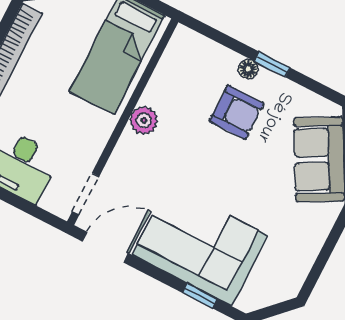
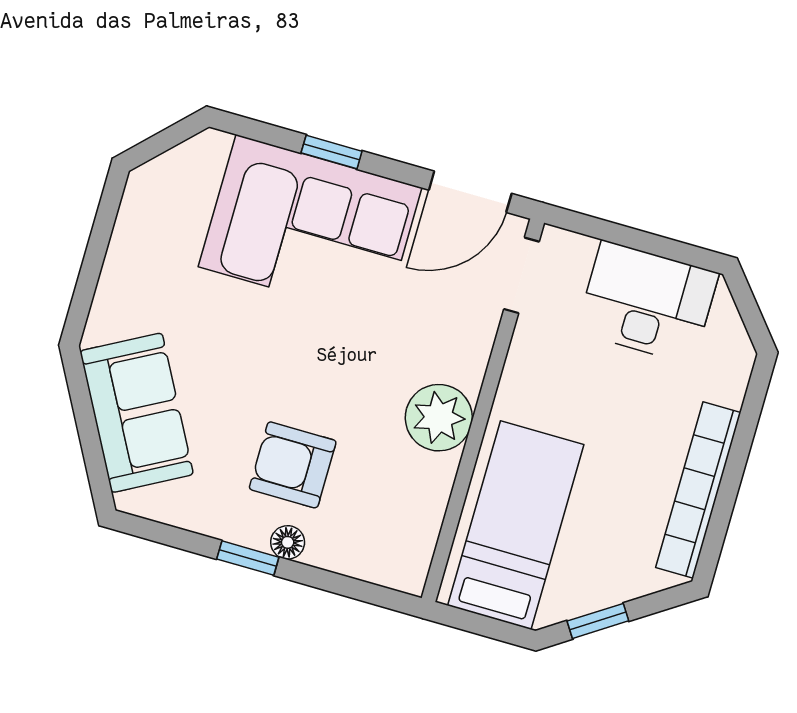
plant: (144, 120) -> (439, 418), width x1.36, depth x1.36
window: (200, 296) -> (332, 152), moved

